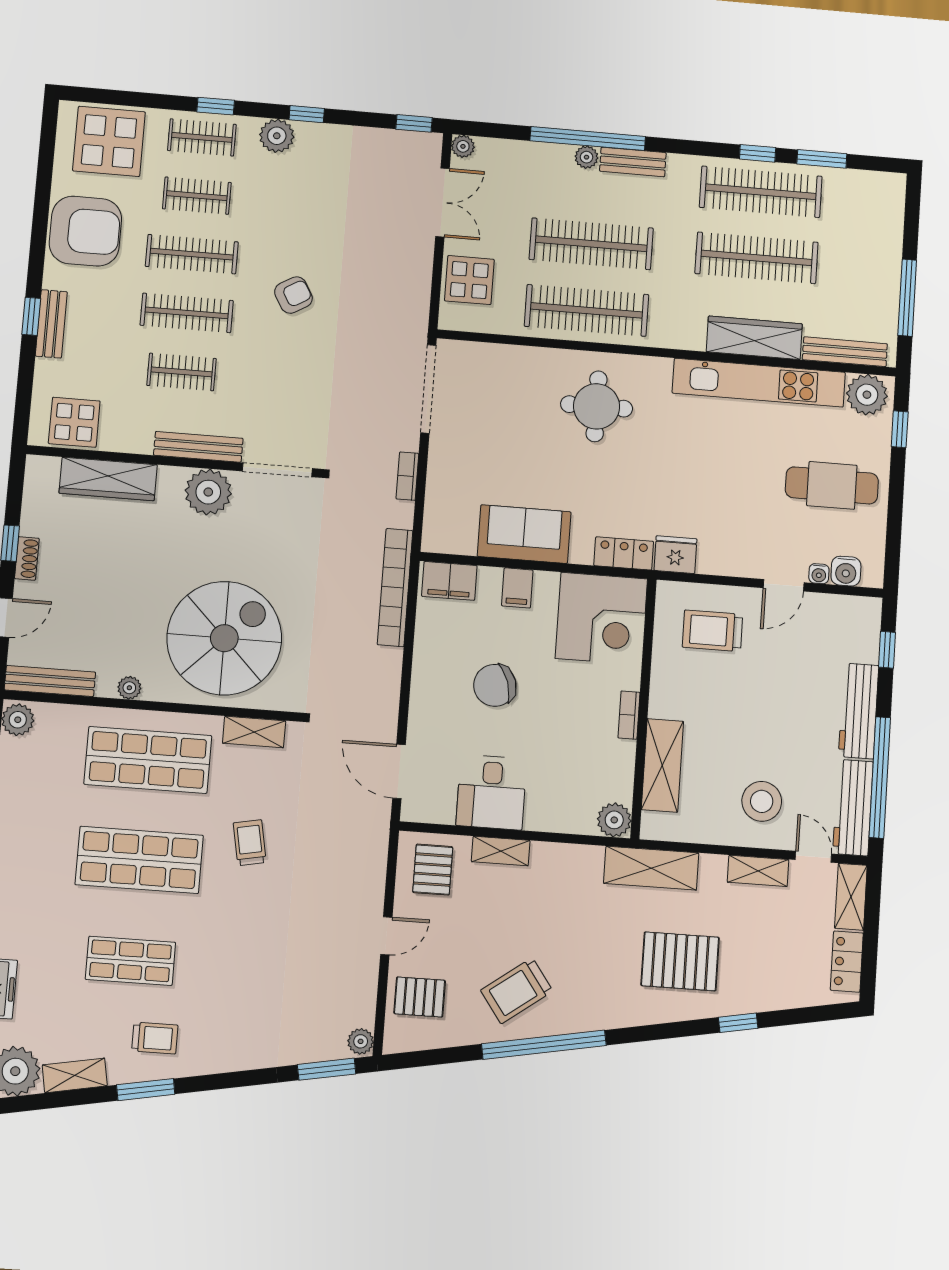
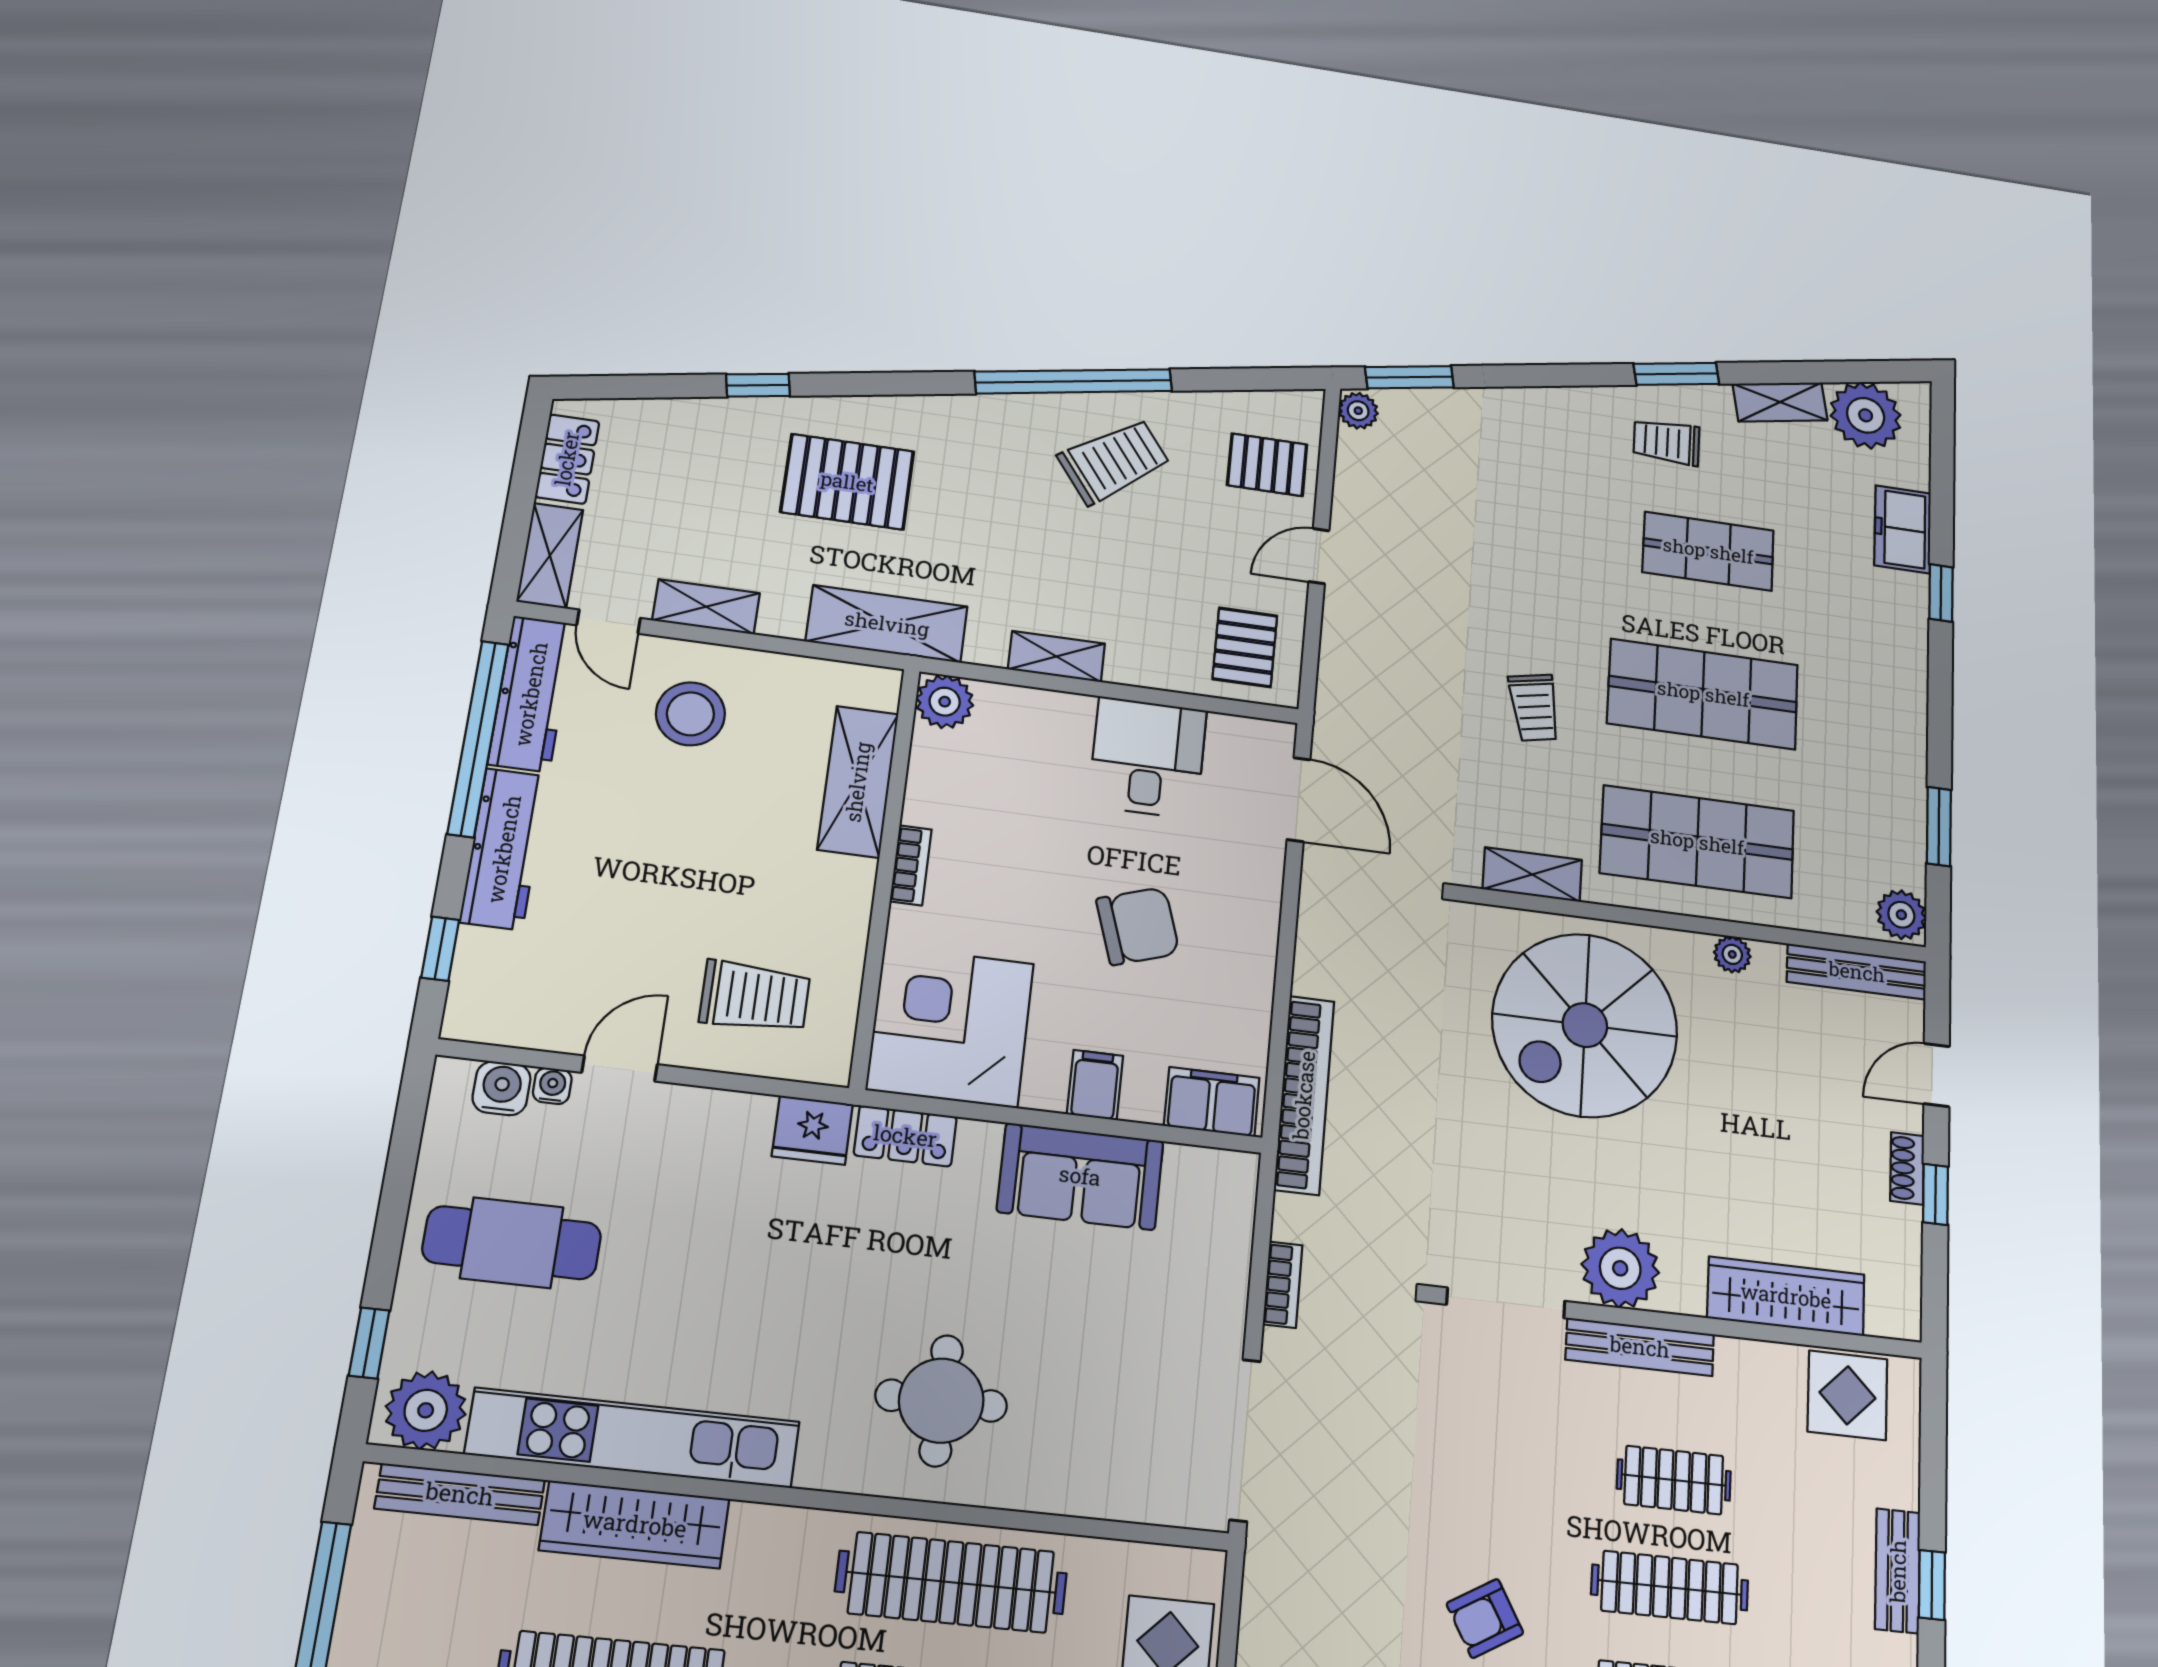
shelving: (501, 851) -> (1057, 656), moved

